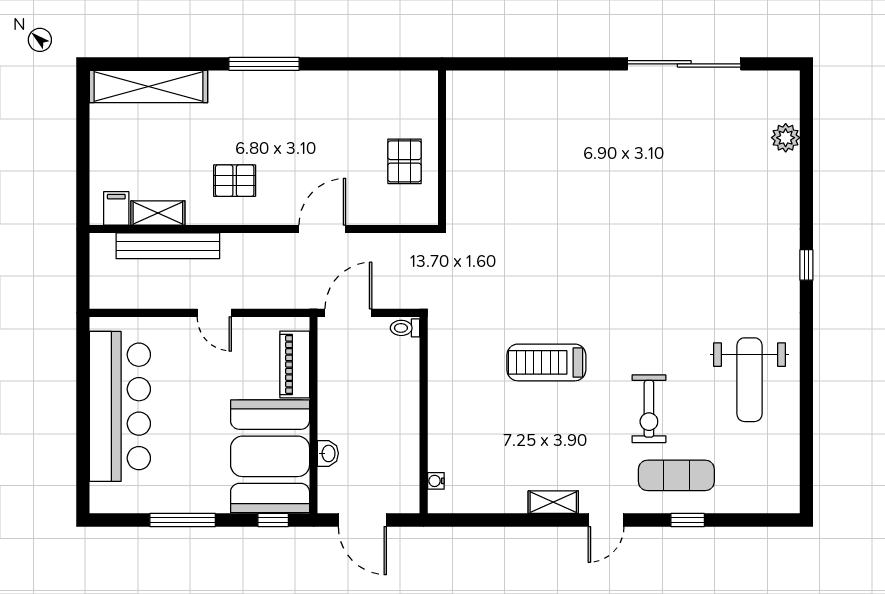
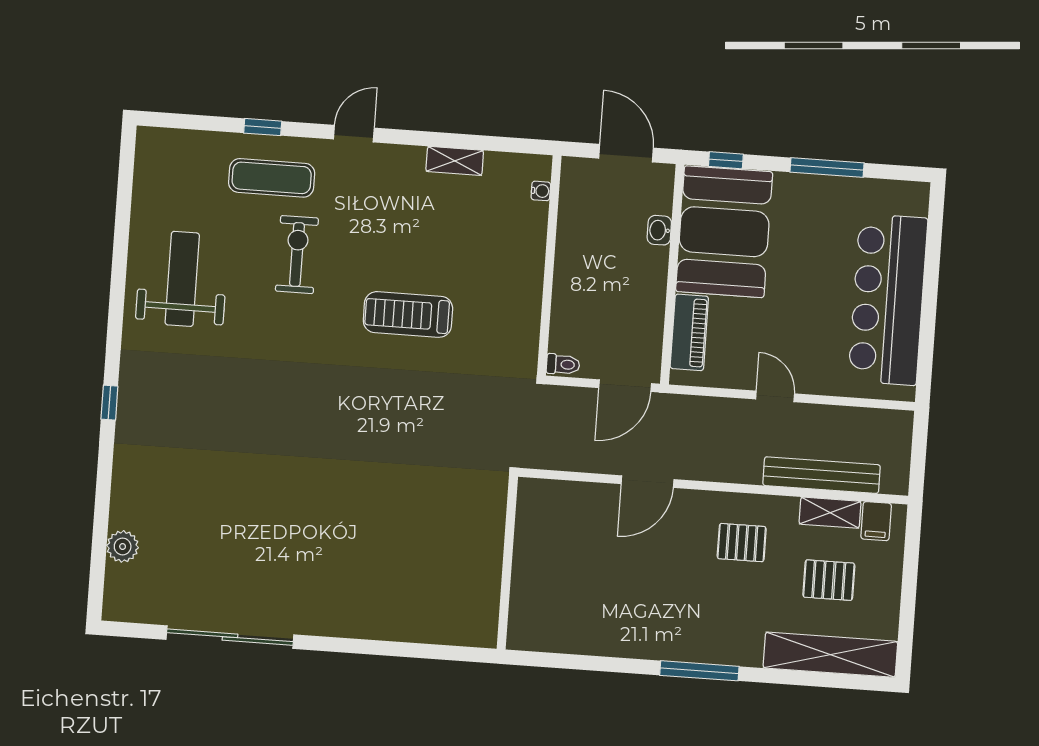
pallet: (404, 161) -> (829, 580), moved, turned 90
treadmill: (546, 362) -> (408, 314), turned 180
shelving: (553, 502) -> (455, 161), moved

